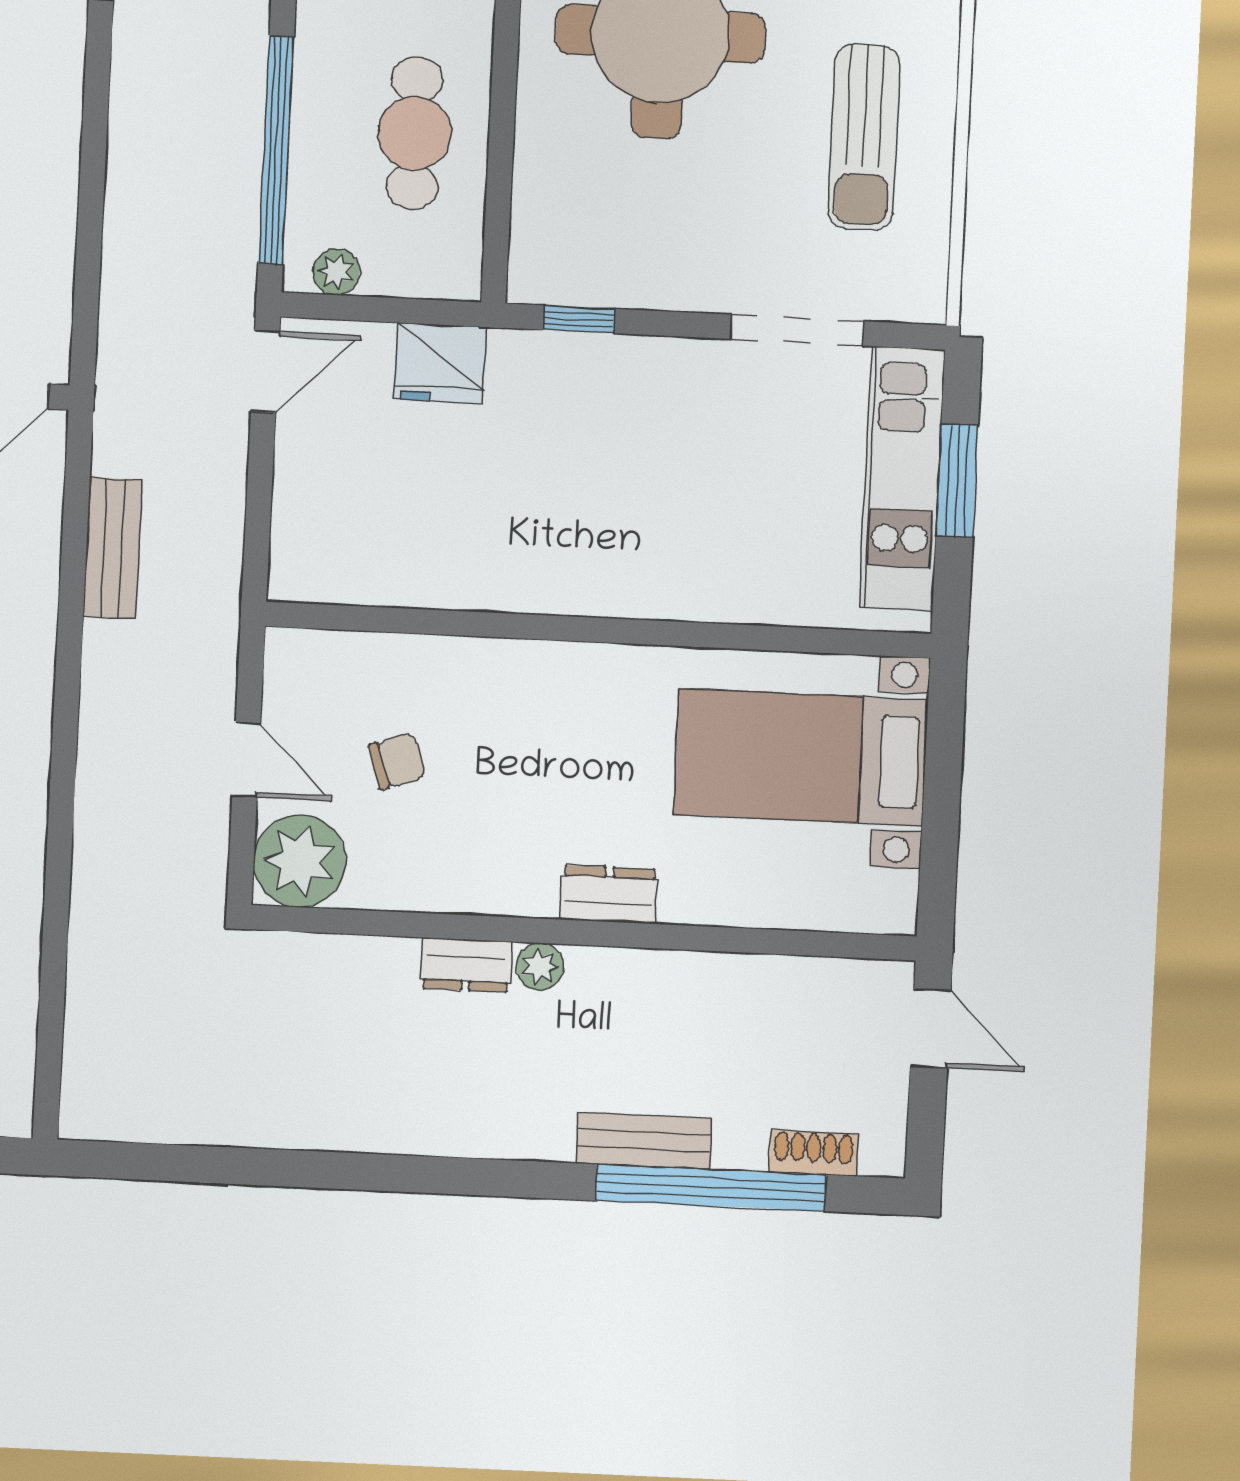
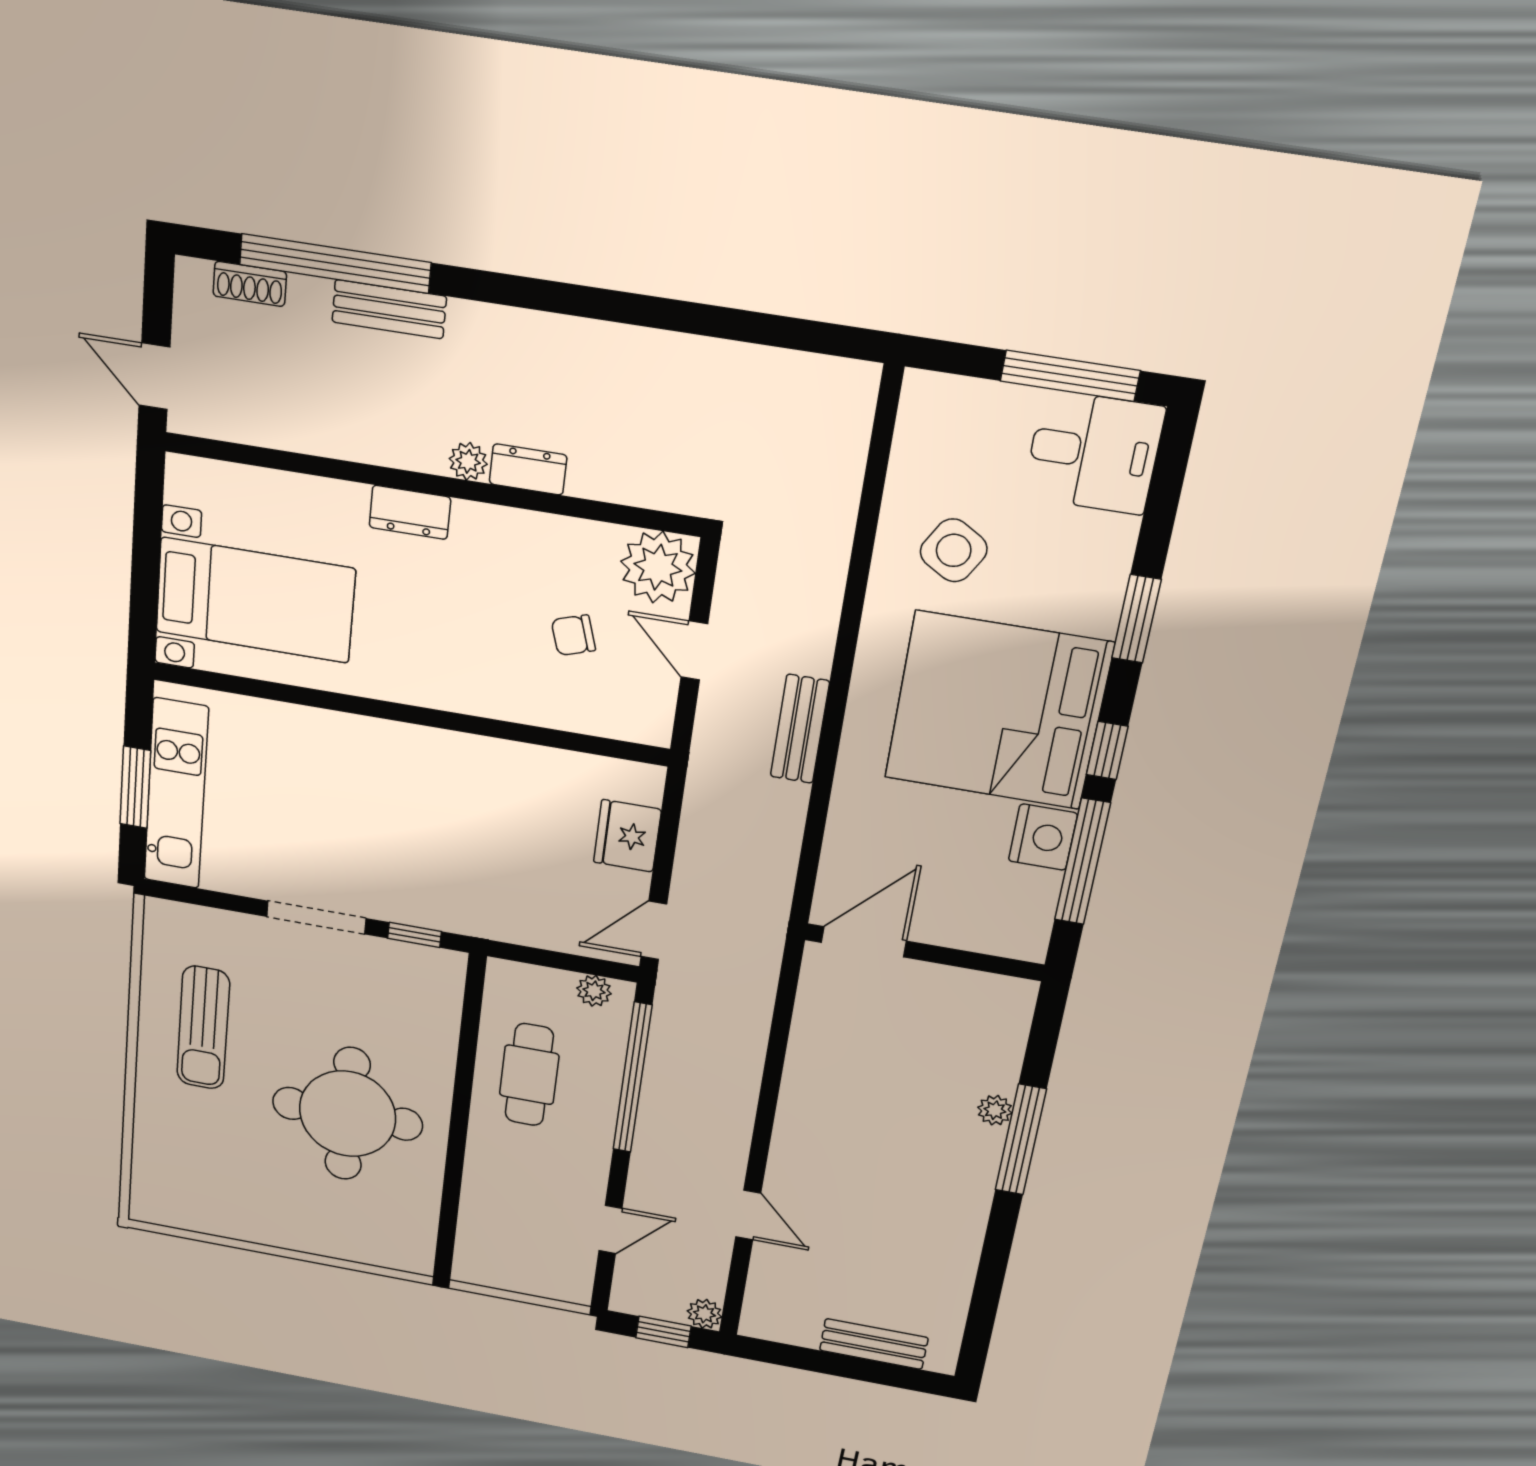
sun lounger: (864, 137) -> (203, 1028), turned 180
doorway: (797, 330) -> (316, 918), moved
fridge: (440, 363) -> (627, 836), moved, turned -90
bench: (113, 548) -> (800, 729), moved

